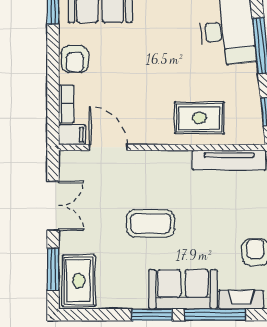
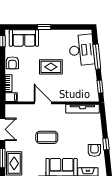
rug: (199, 118) -> (51, 67), moved
door: (108, 147) -> (43, 103), moved

